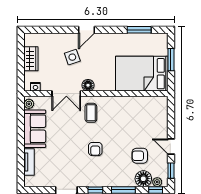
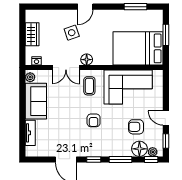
corner sofa: (132, 114) -> (128, 87), added

